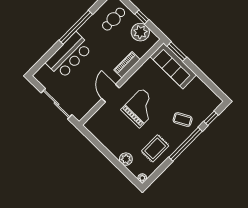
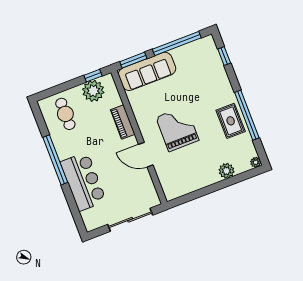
window: (142, 17) -> (93, 76), moved
window: (204, 78) -> (177, 43), added
coffee table: (183, 120) -> (211, 88), removed
window: (185, 144) -> (247, 115), moved
rug: (155, 148) -> (231, 121), moved

